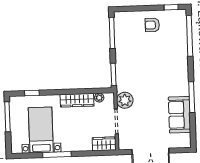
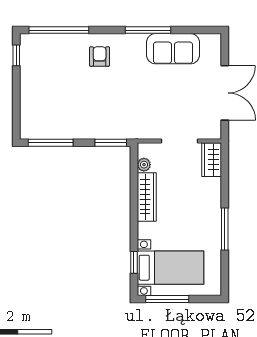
armchair: (152, 25) -> (100, 56), moved, turned 180
plant: (125, 100) -> (149, 128), removed
bed with nightstands: (41, 130) -> (170, 268), moved, turned 180

